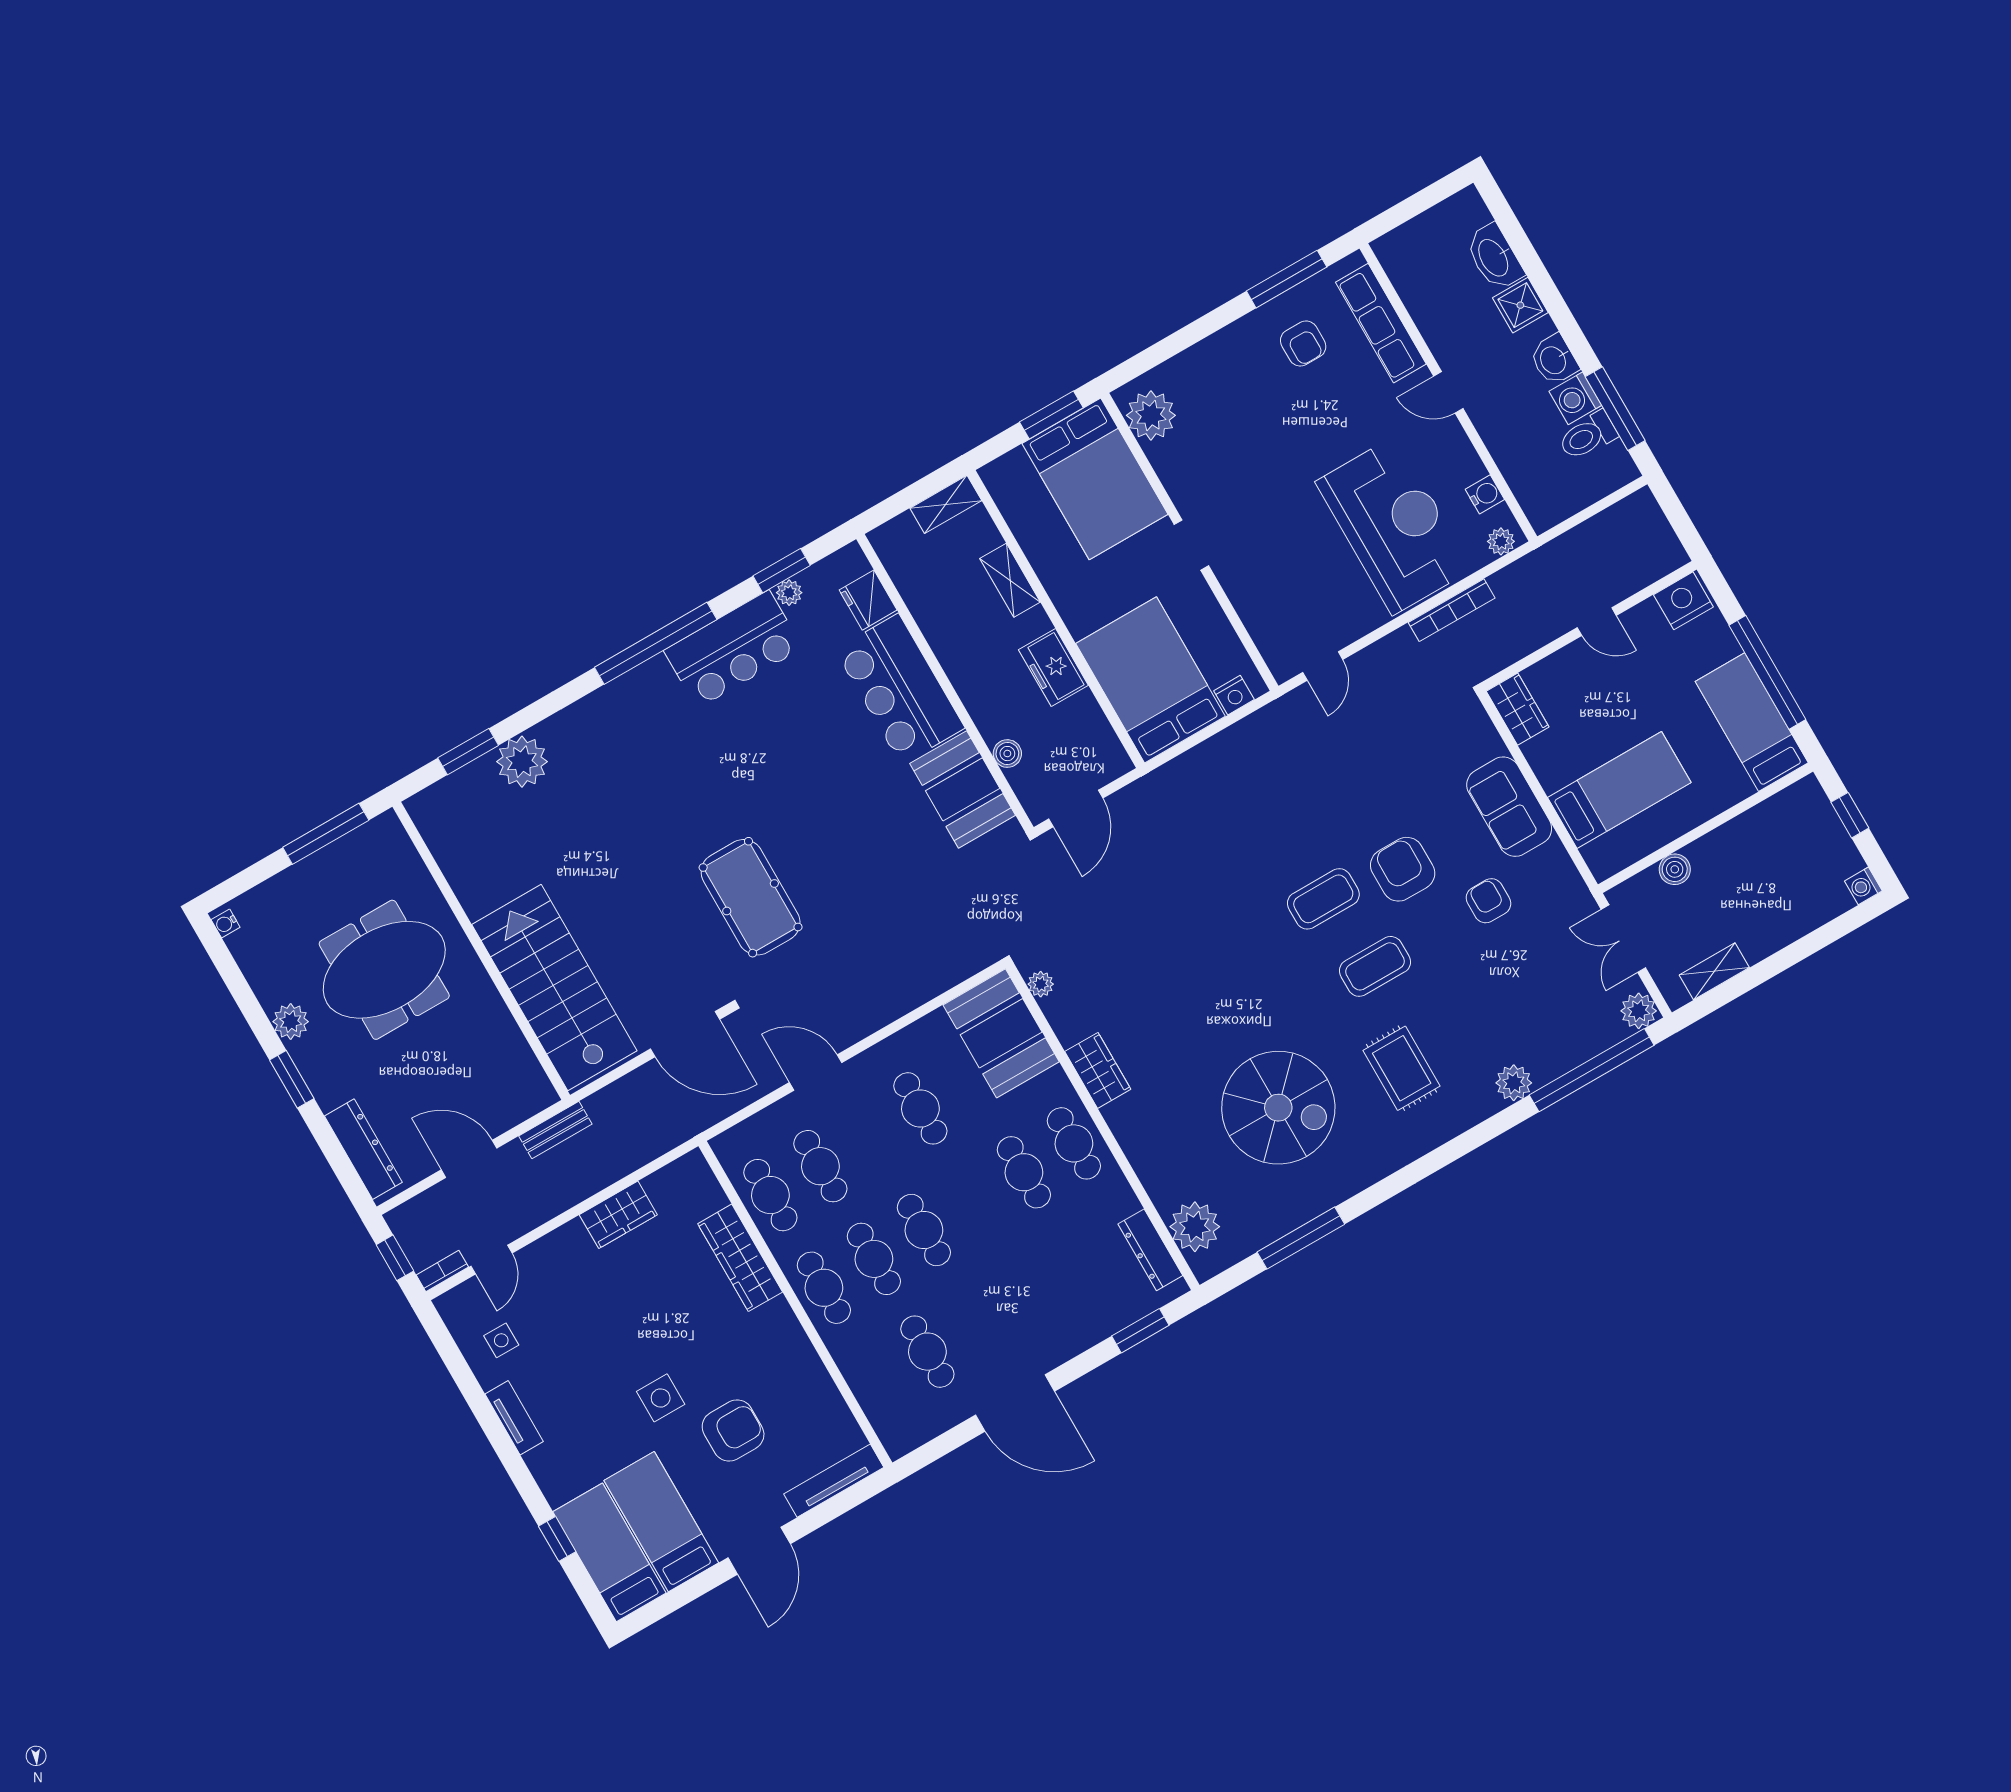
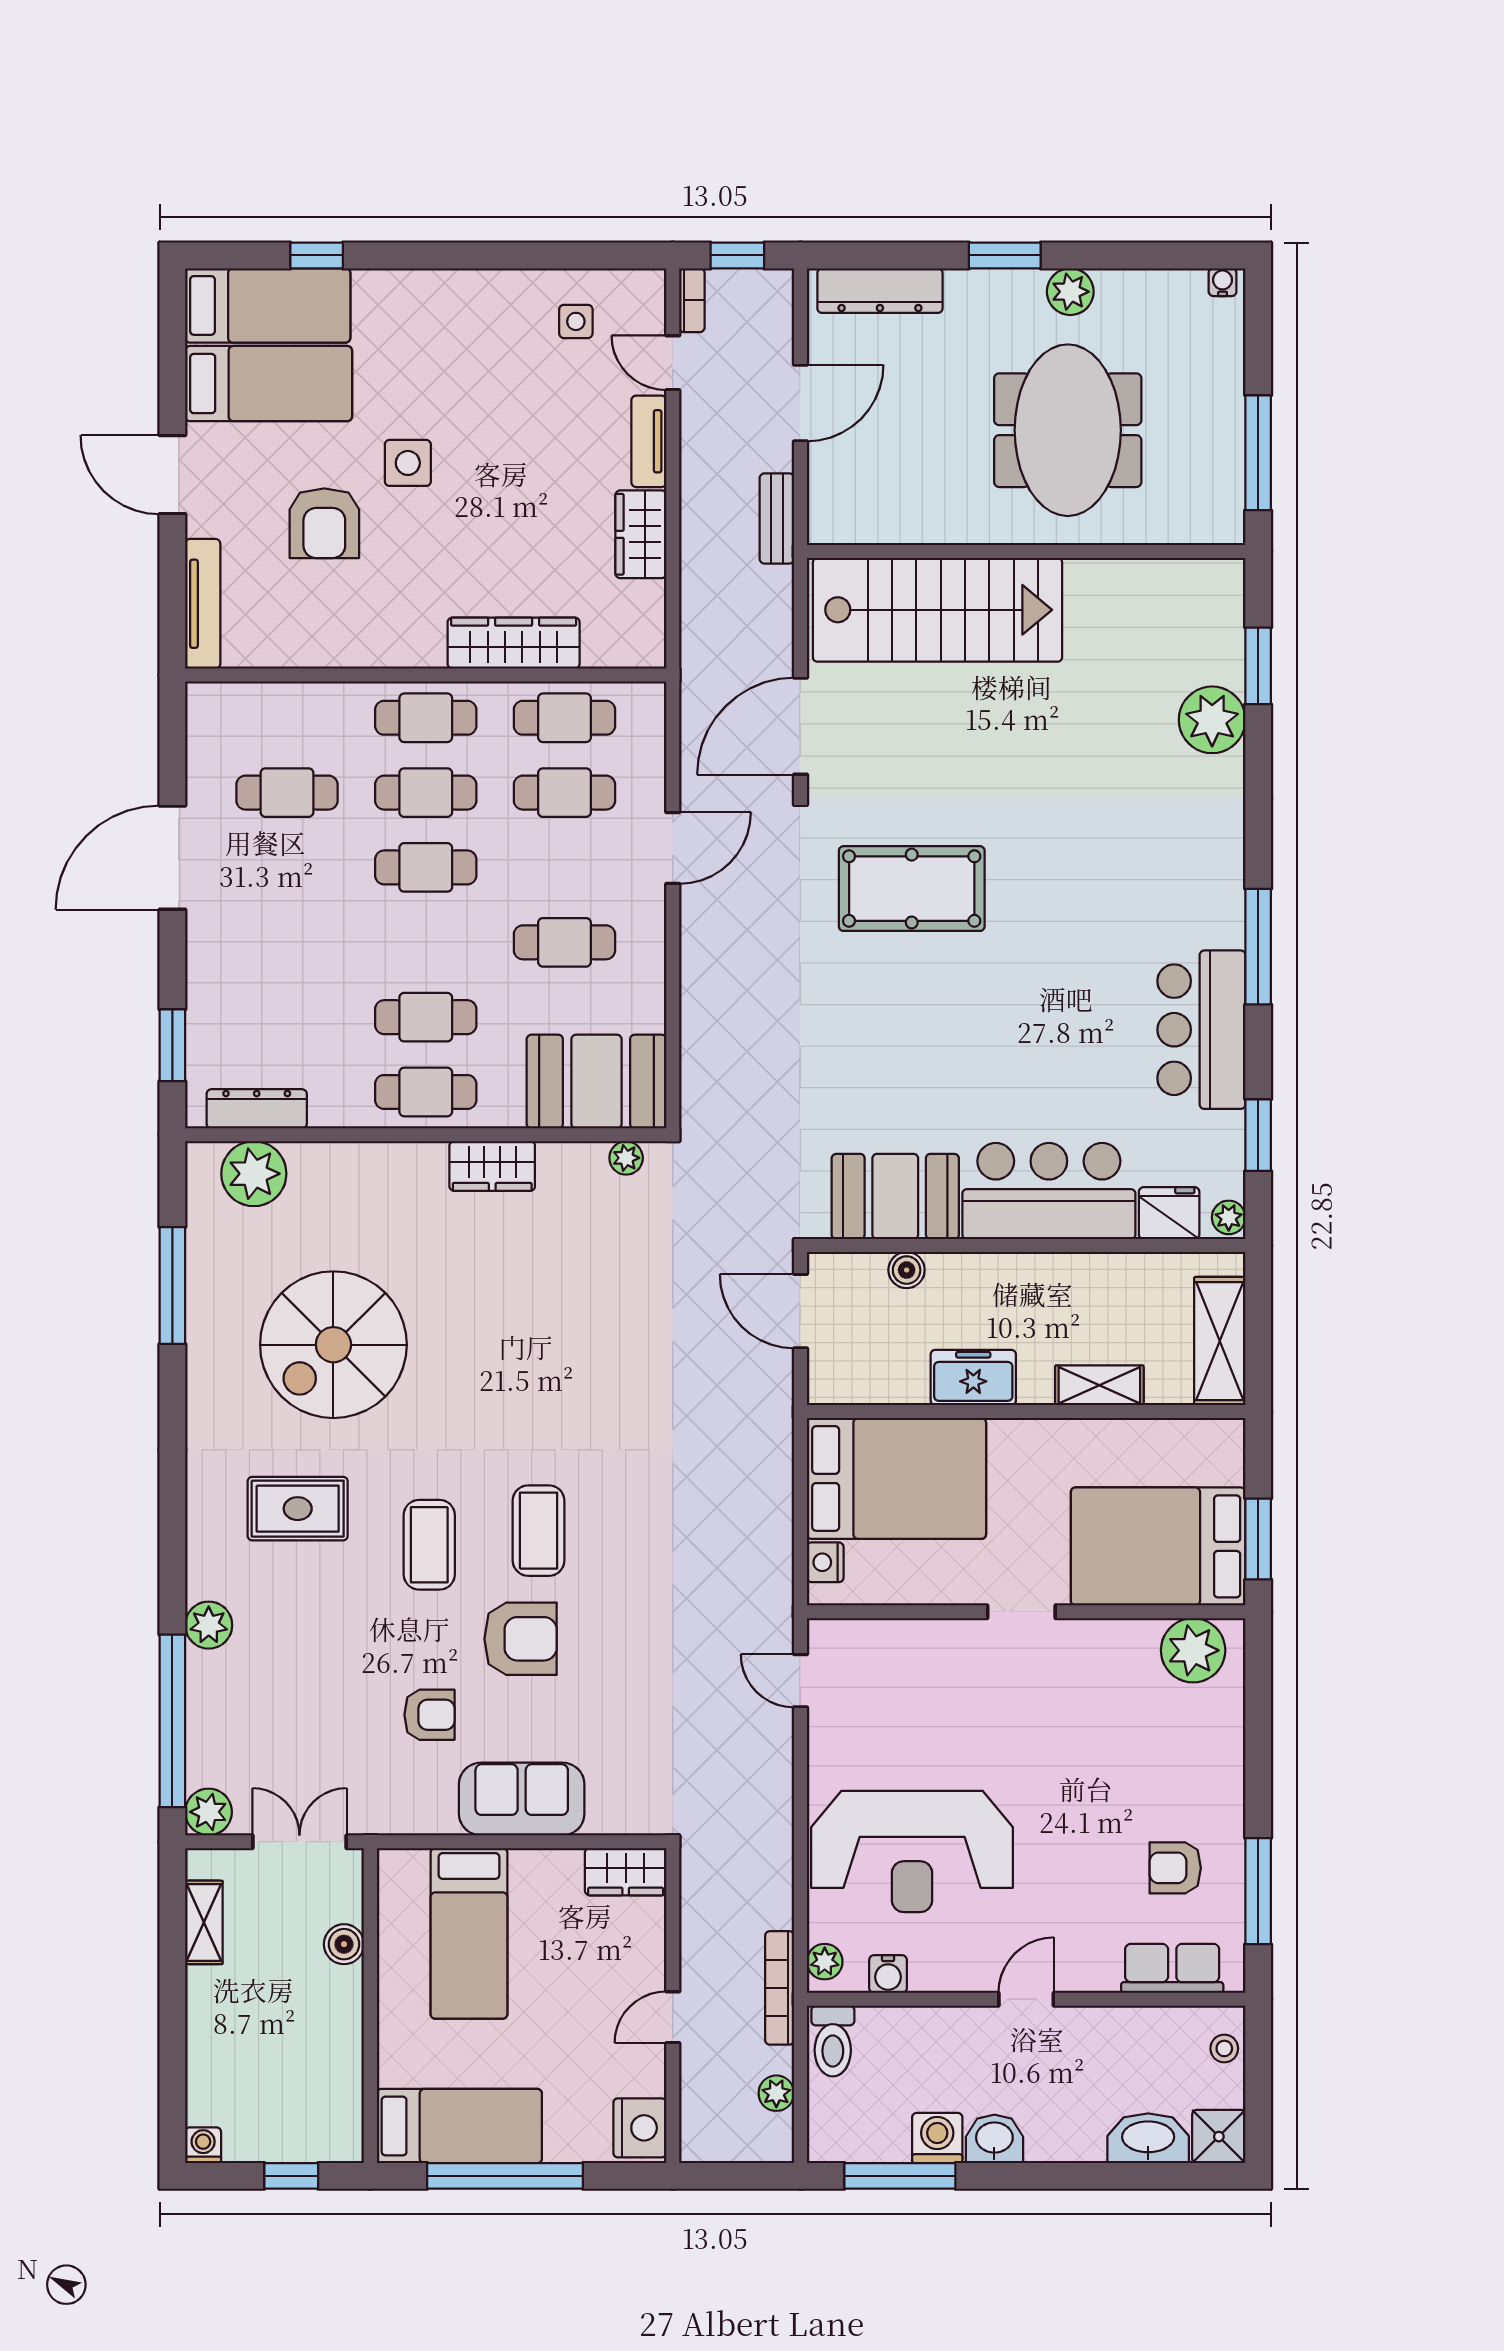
stool: (1405, 241) -> (1224, 2048), added
shower: (1520, 305) -> (1219, 2137), moved
row of seats: (1381, 323) -> (1172, 1968), width x0.68
toilet: (1588, 436) -> (833, 2041), moved, turned 180
shelving: (946, 504) -> (1220, 1341), width x1.50, depth x1.33
plant: (1608, 523) -> (776, 2093), added
plant: (789, 593) -> (1229, 1217), moved
bookcase: (1452, 610) -> (780, 1988), moved
window: (656, 643) -> (1258, 947), width x0.68
tv unit: (514, 1418) -> (649, 441), moved, turned 90

